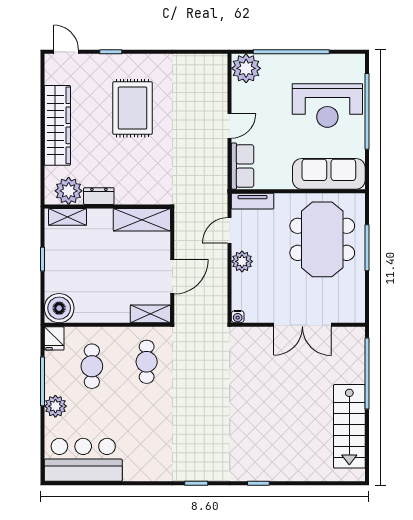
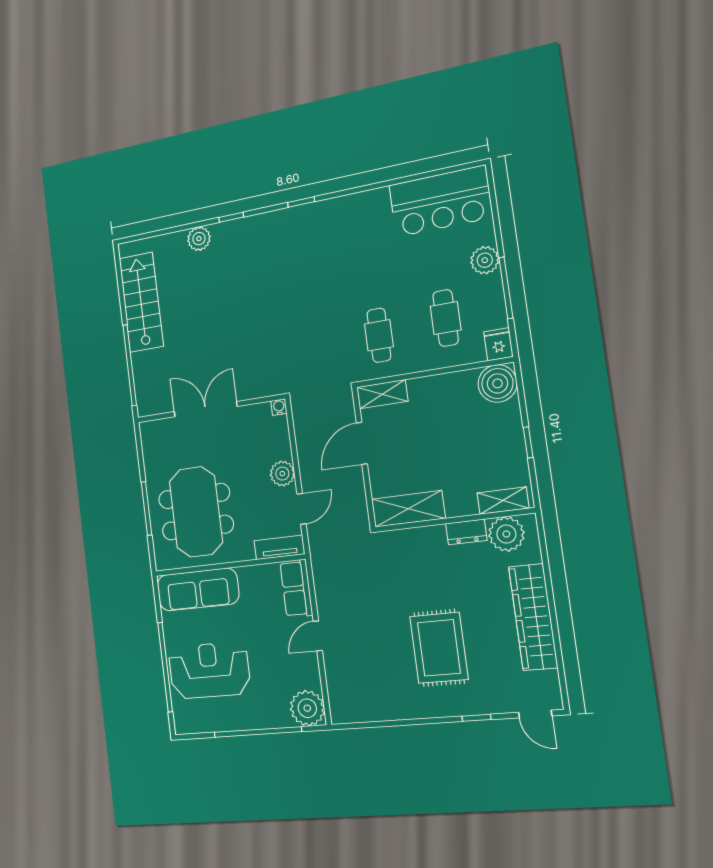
plant: (289, 471) -> (199, 239), added

